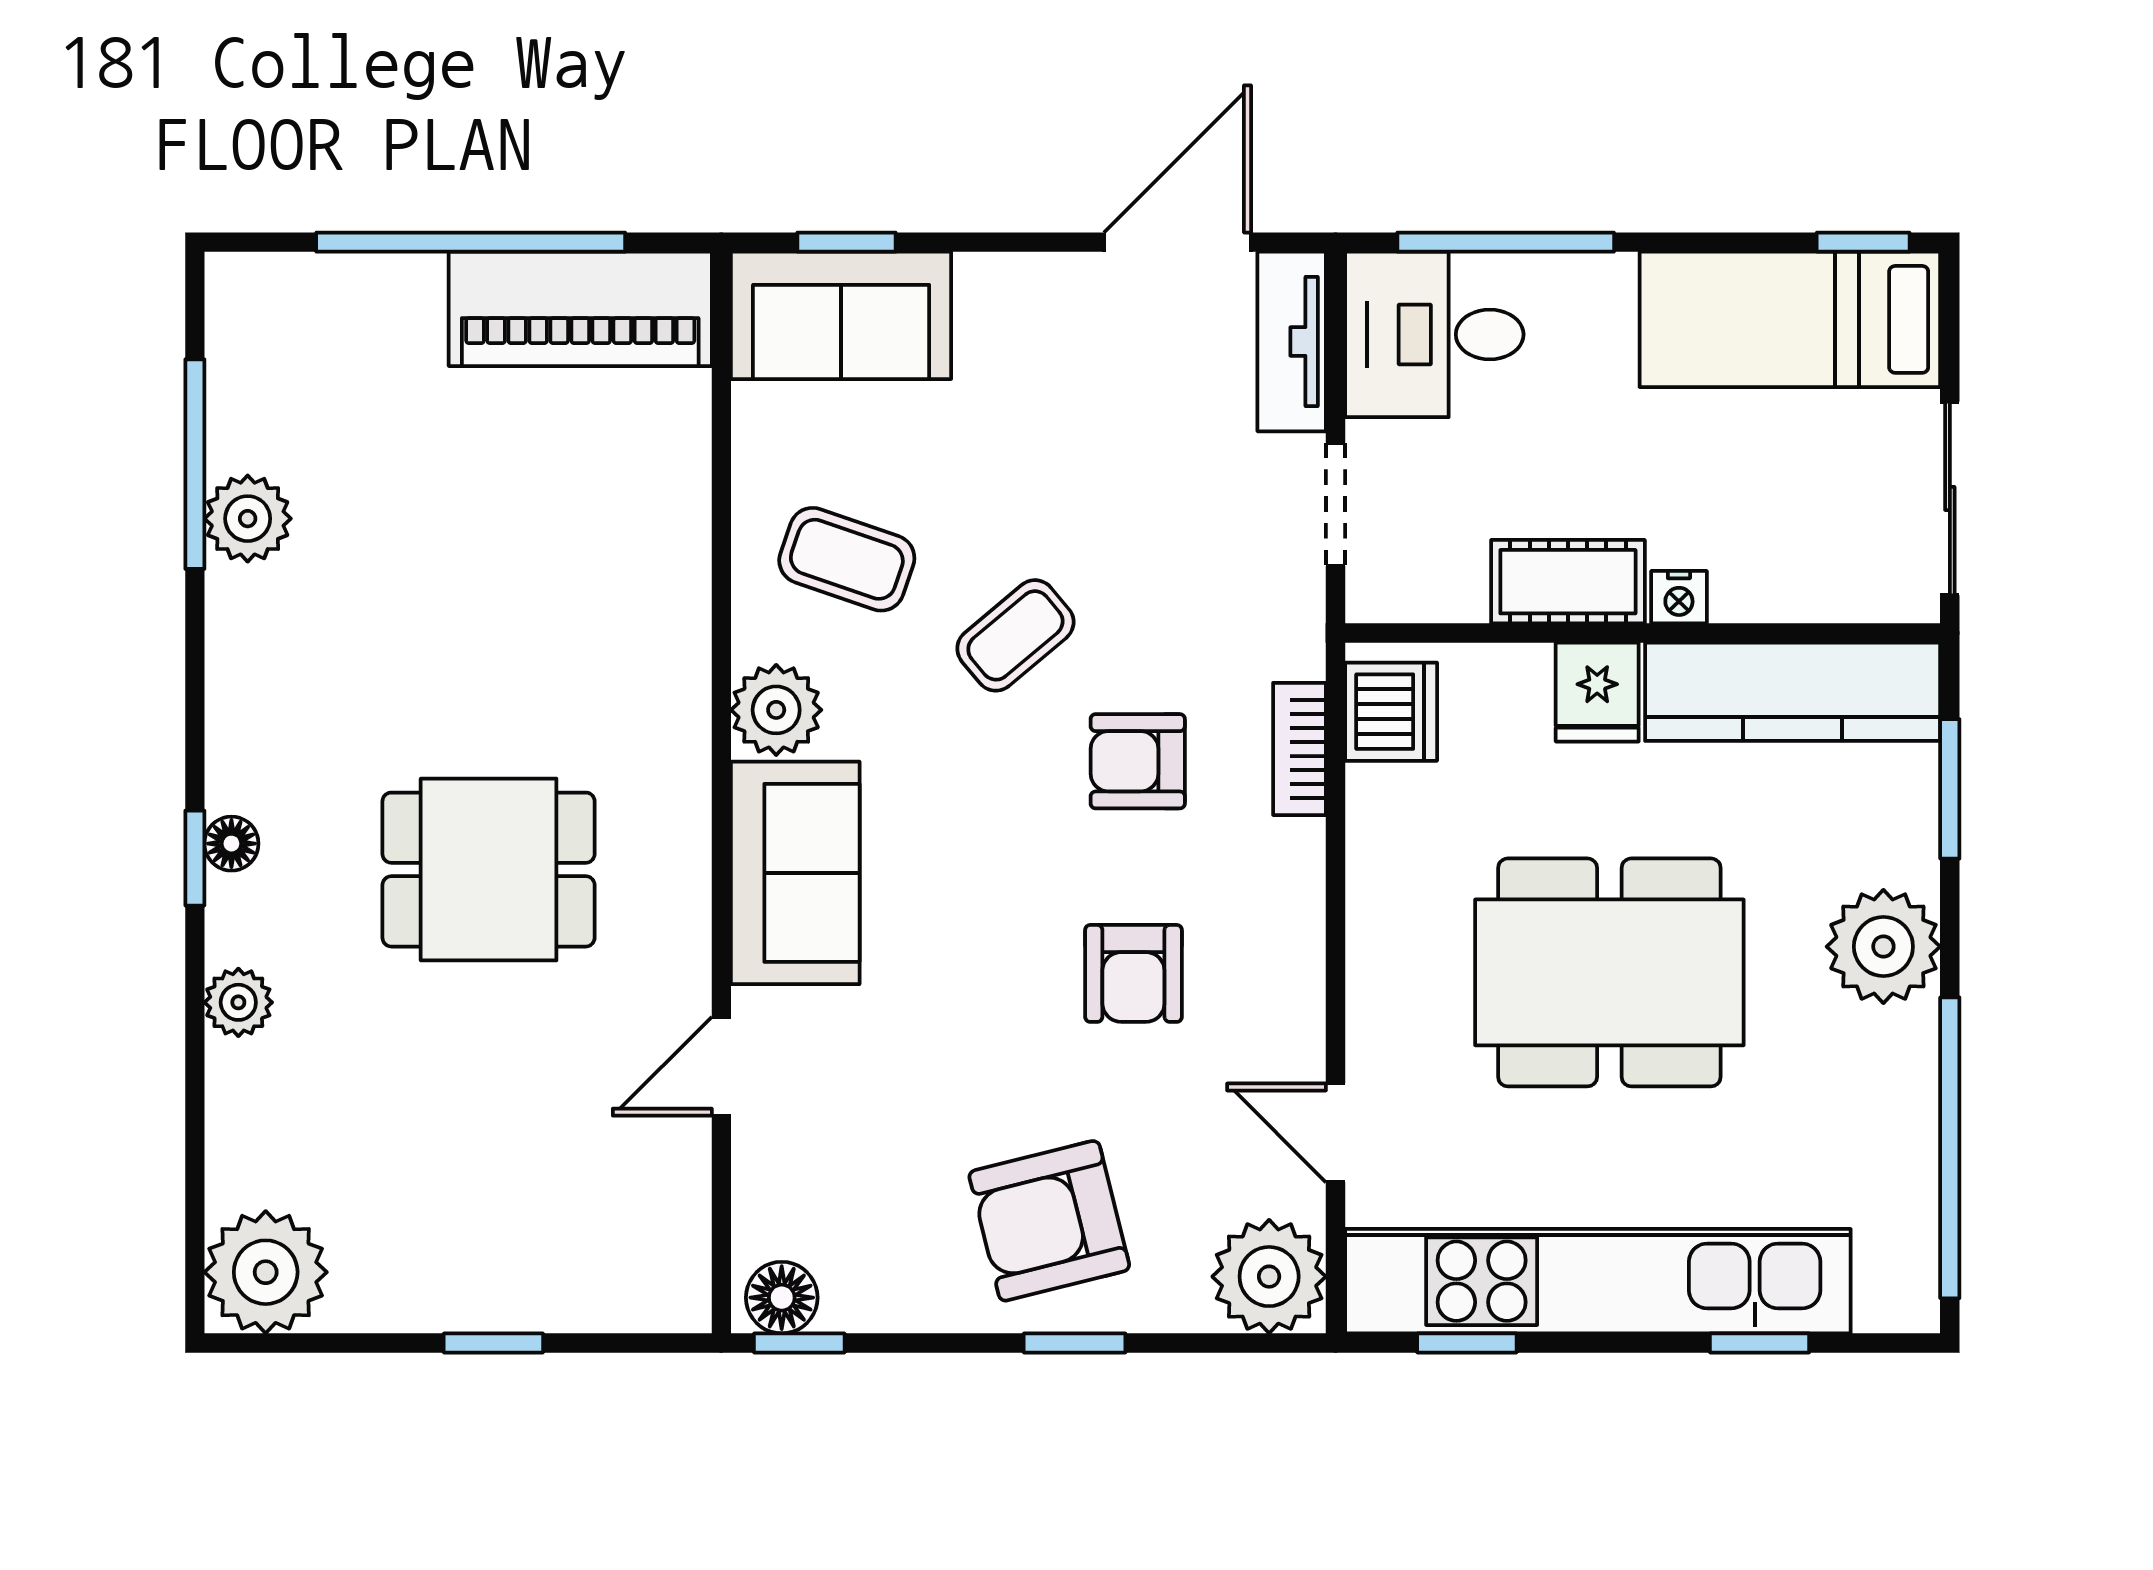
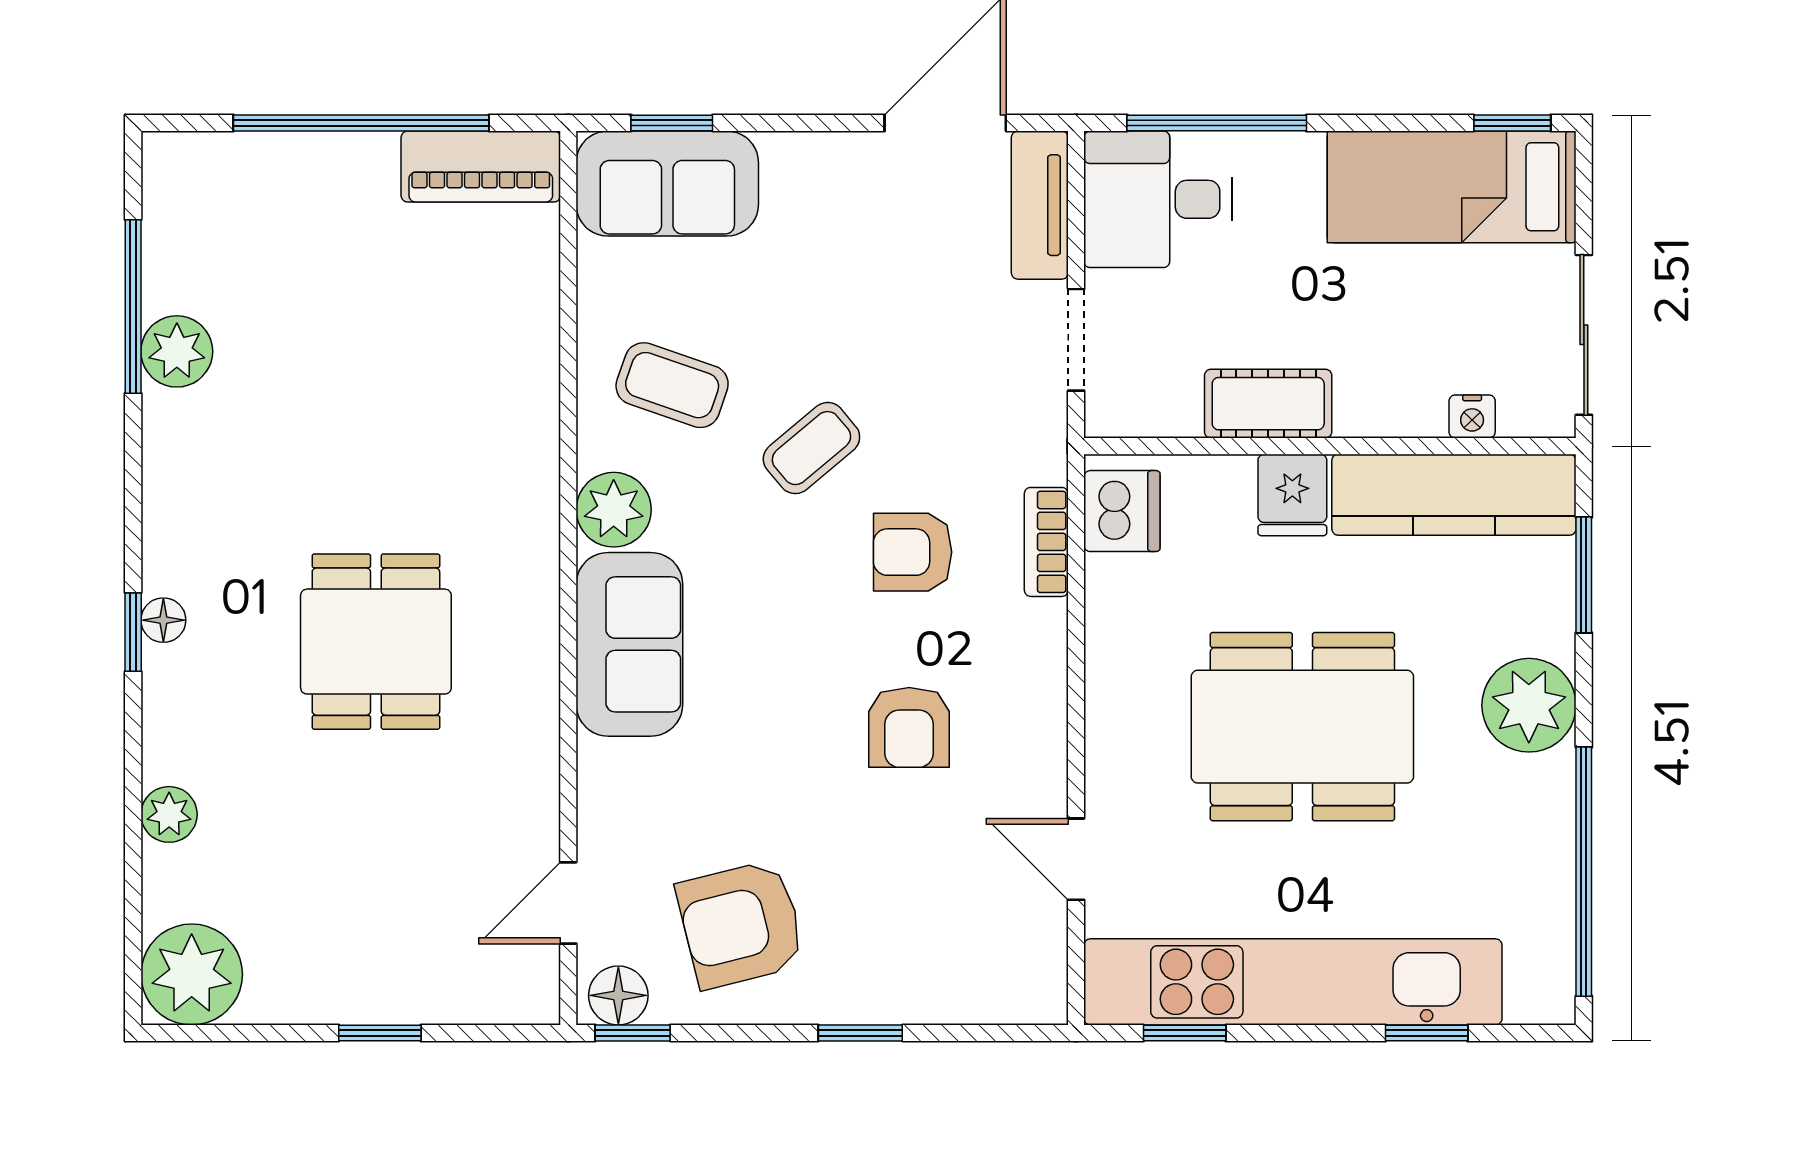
piano: (580, 309) -> (481, 166), width x0.73, depth x0.75
nightstand: (1679, 597) -> (1472, 416), moved
dining table: (489, 870) -> (376, 642), turned 90
plant: (238, 1002) -> (169, 814), moved
door: (721, 1066) -> (568, 903), moved
armchair: (1049, 1221) -> (741, 924), moved
plant: (1269, 1277) -> (1021, 978), removed

